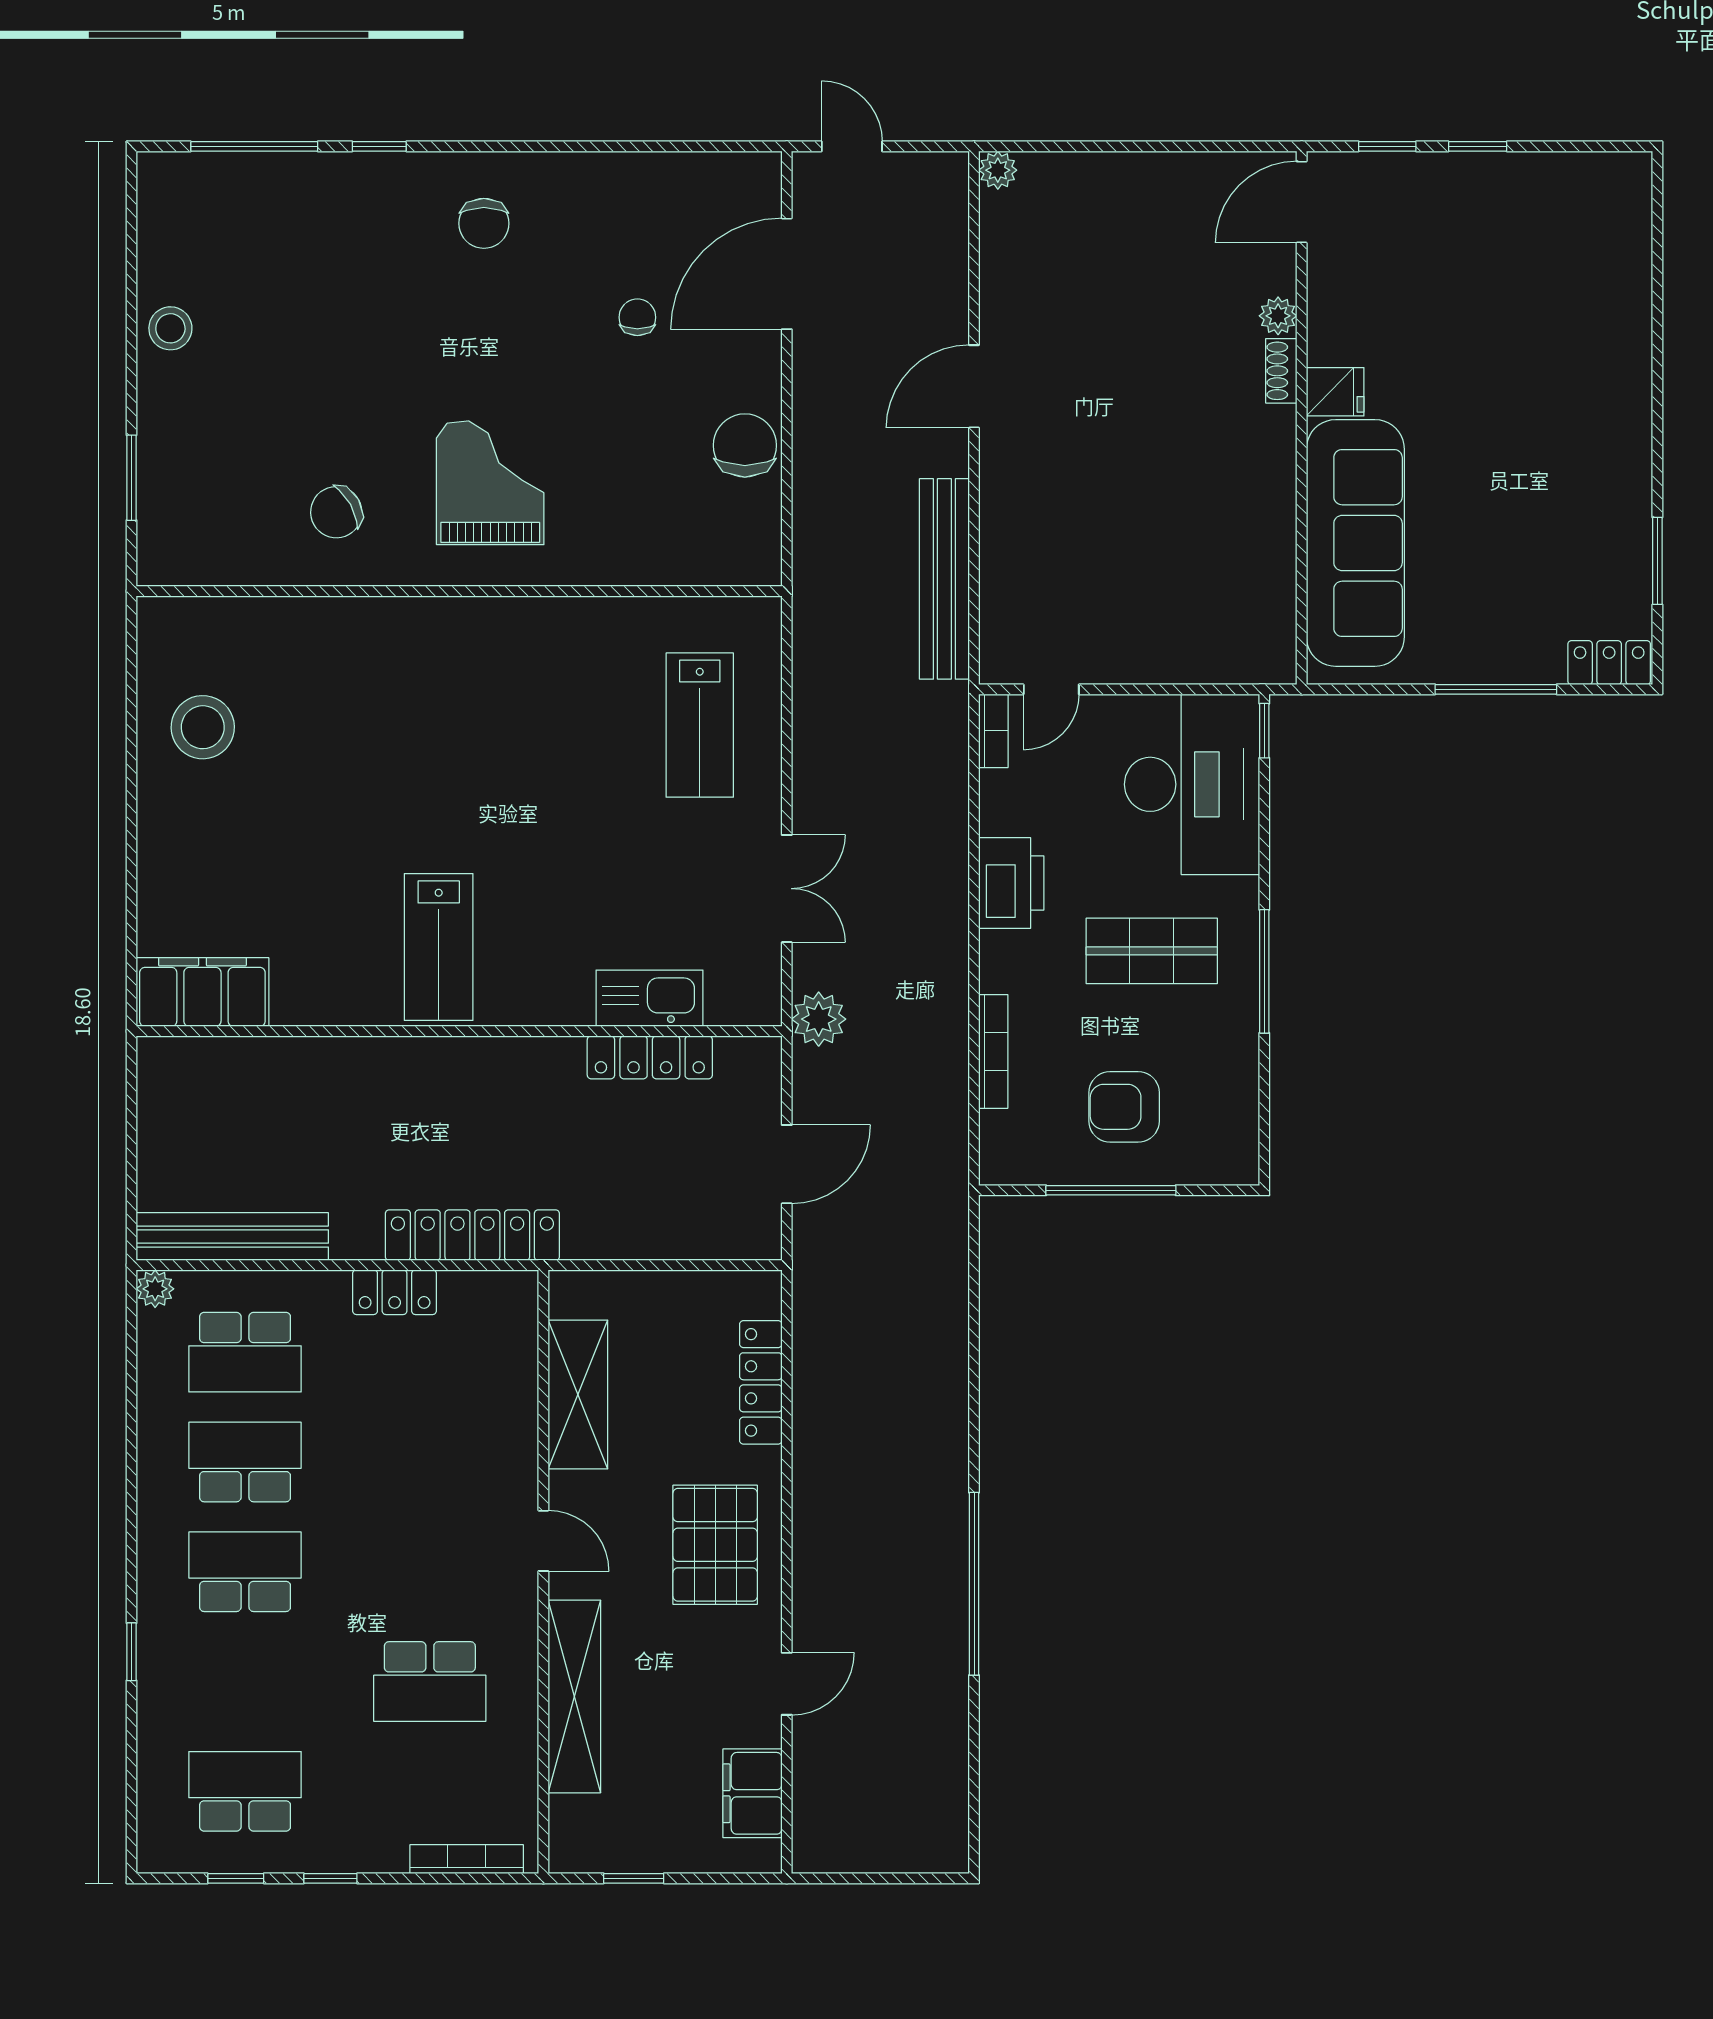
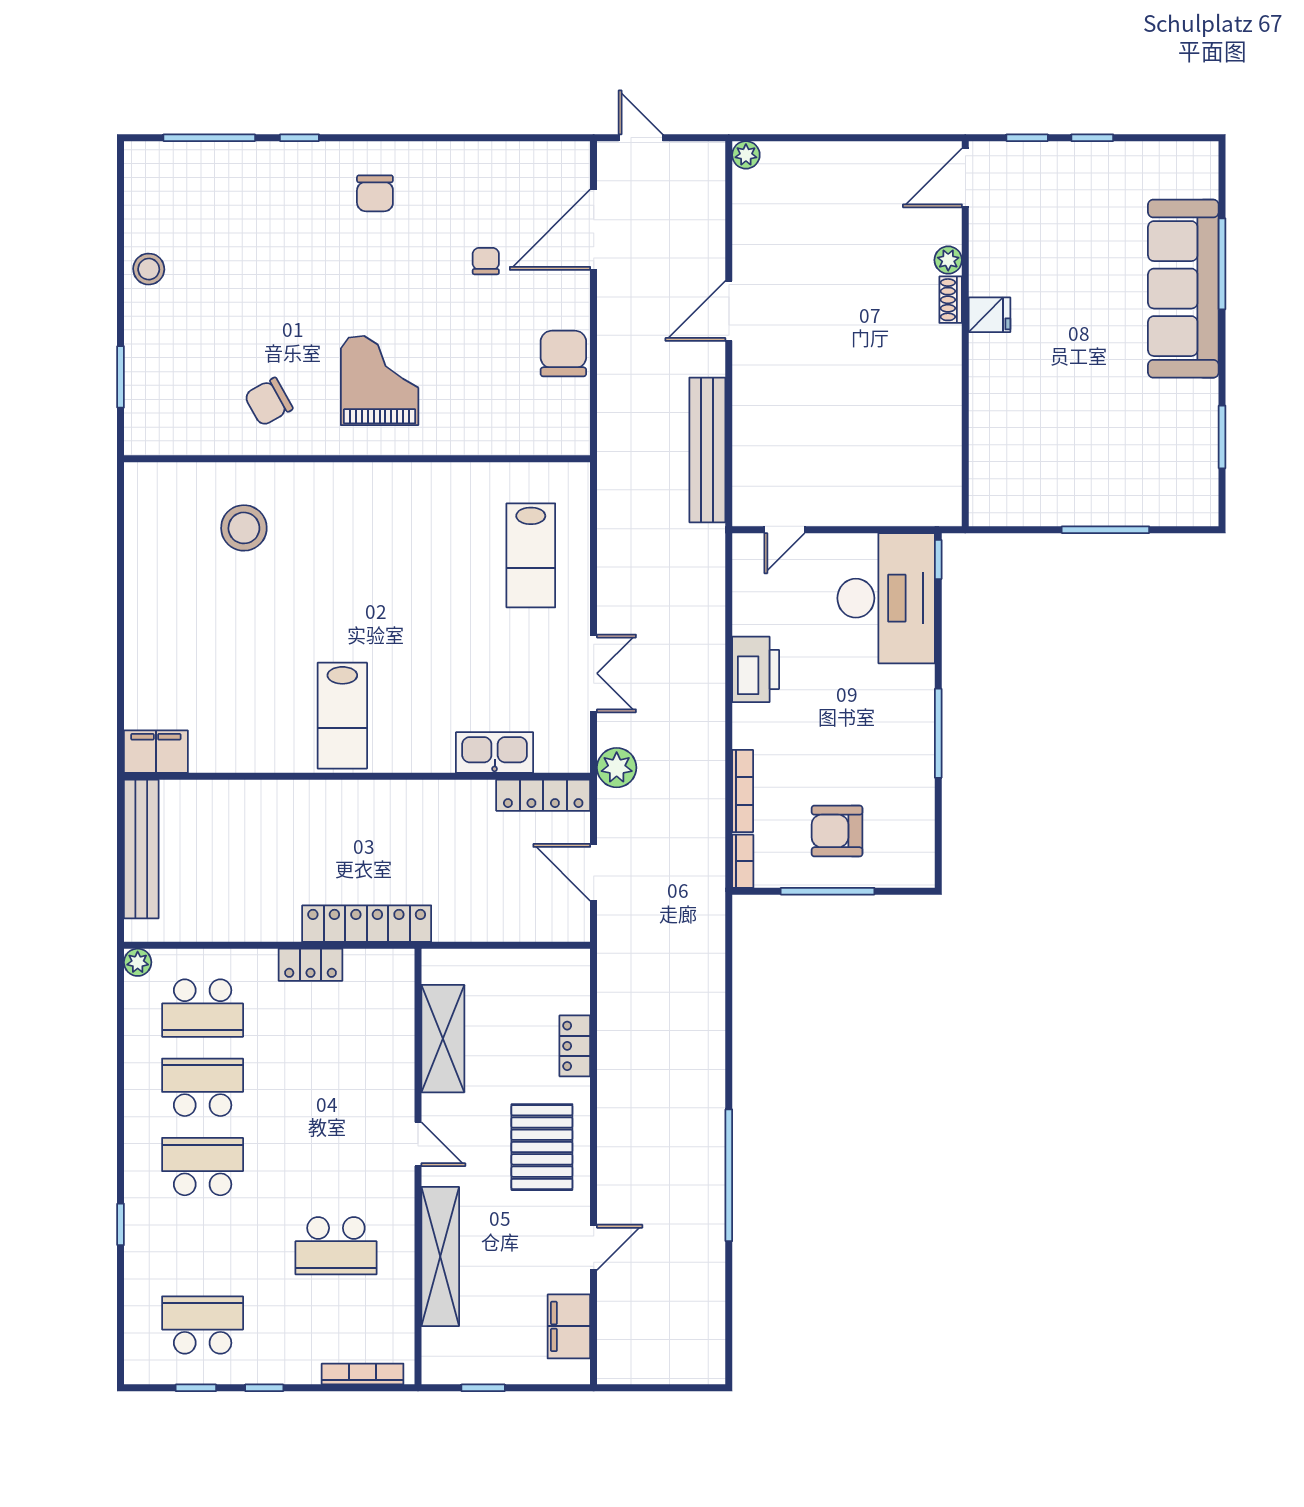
window: (1657, 321) -> (1222, 264), added
sofa: (1355, 543) -> (1183, 289), moved, turned 180
locker: (1609, 663) -> (1187, 510), removed
stool: (203, 727) -> (244, 528), moved
bookcase: (993, 731) -> (743, 861), moved
shop shelf: (1152, 951) -> (857, 718), removed
filing cabinet: (202, 992) -> (156, 752), width x0.67, depth x0.86
locker: (650, 1057) -> (543, 795), moved
door: (787, 1164) -> (594, 872), swing flipped
bench: (232, 1237) -> (141, 849), moved, turned 90
locker: (761, 1382) -> (575, 1046), width x0.66

